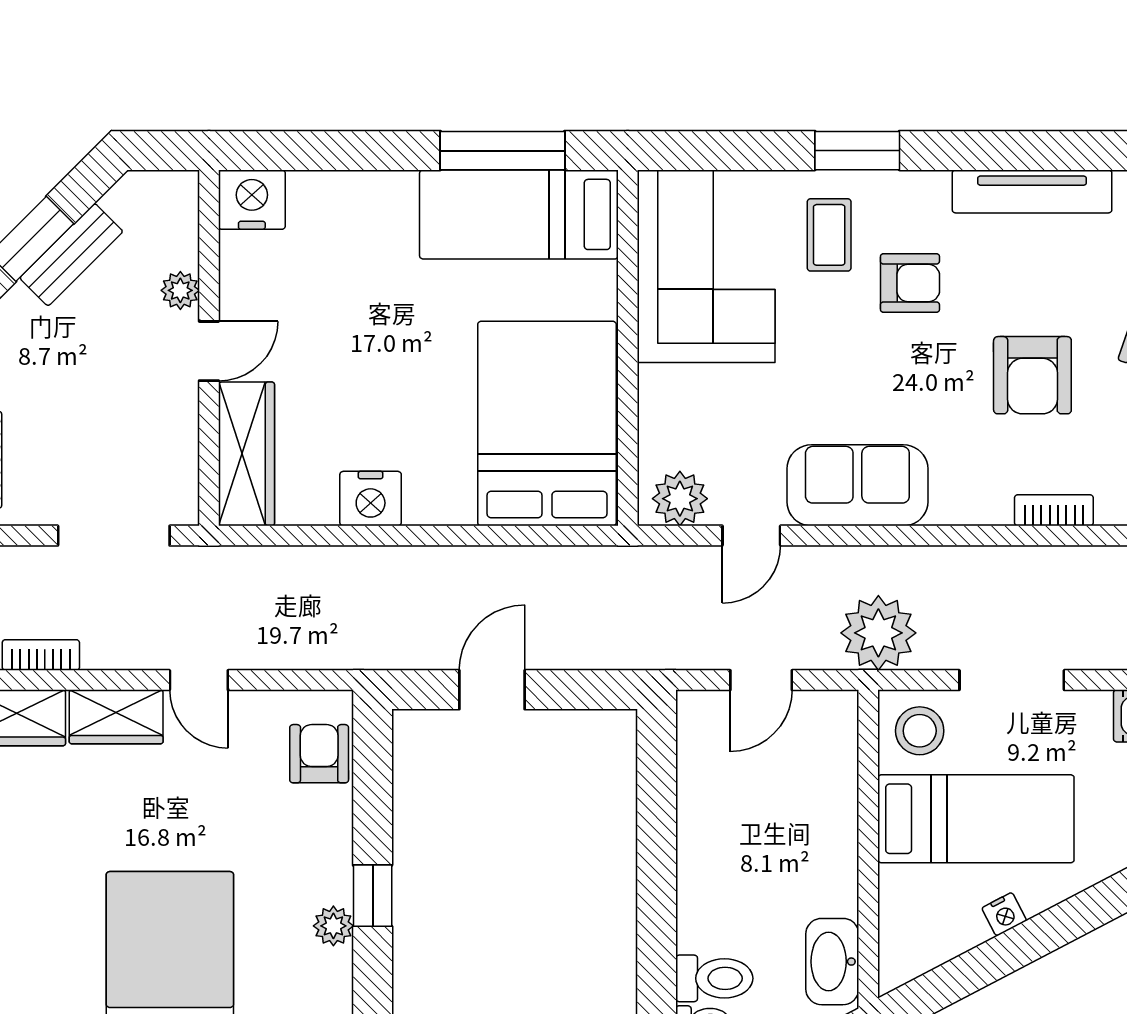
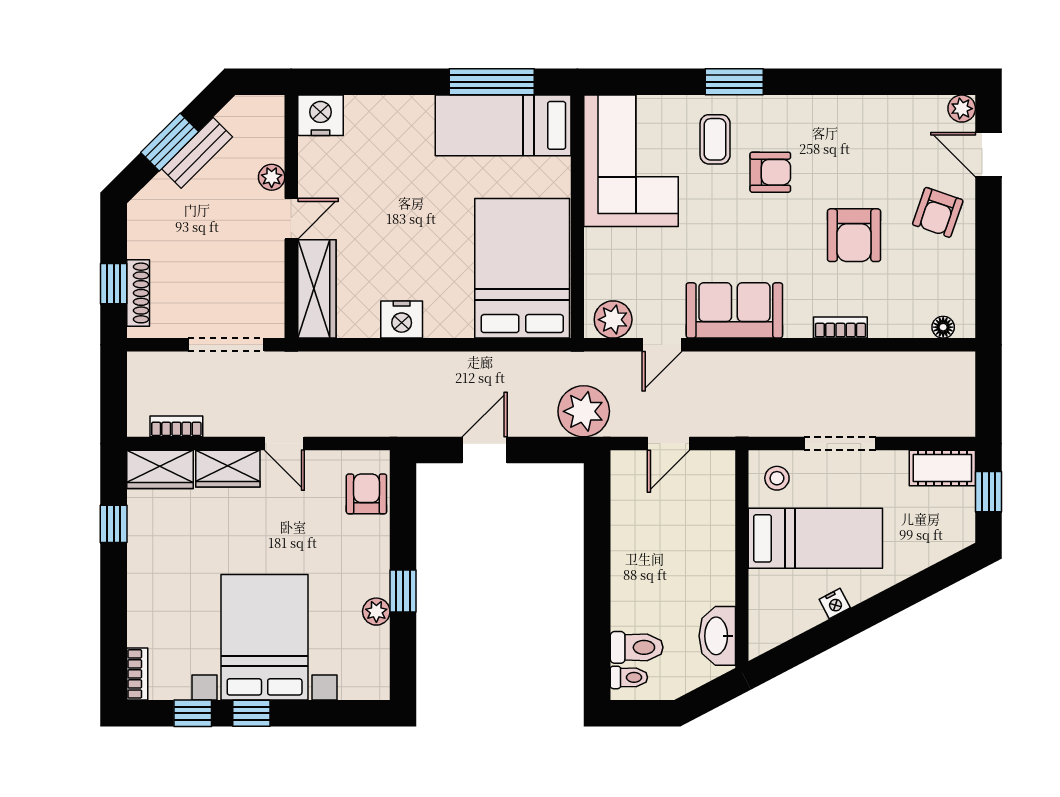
tv unit: (1032, 191) -> (854, 110), removed
bookcase: (1054, 510) -> (840, 328), moved
plant: (878, 633) -> (584, 411), moved
stool: (920, 731) -> (777, 478), width x0.73, depth x0.73

